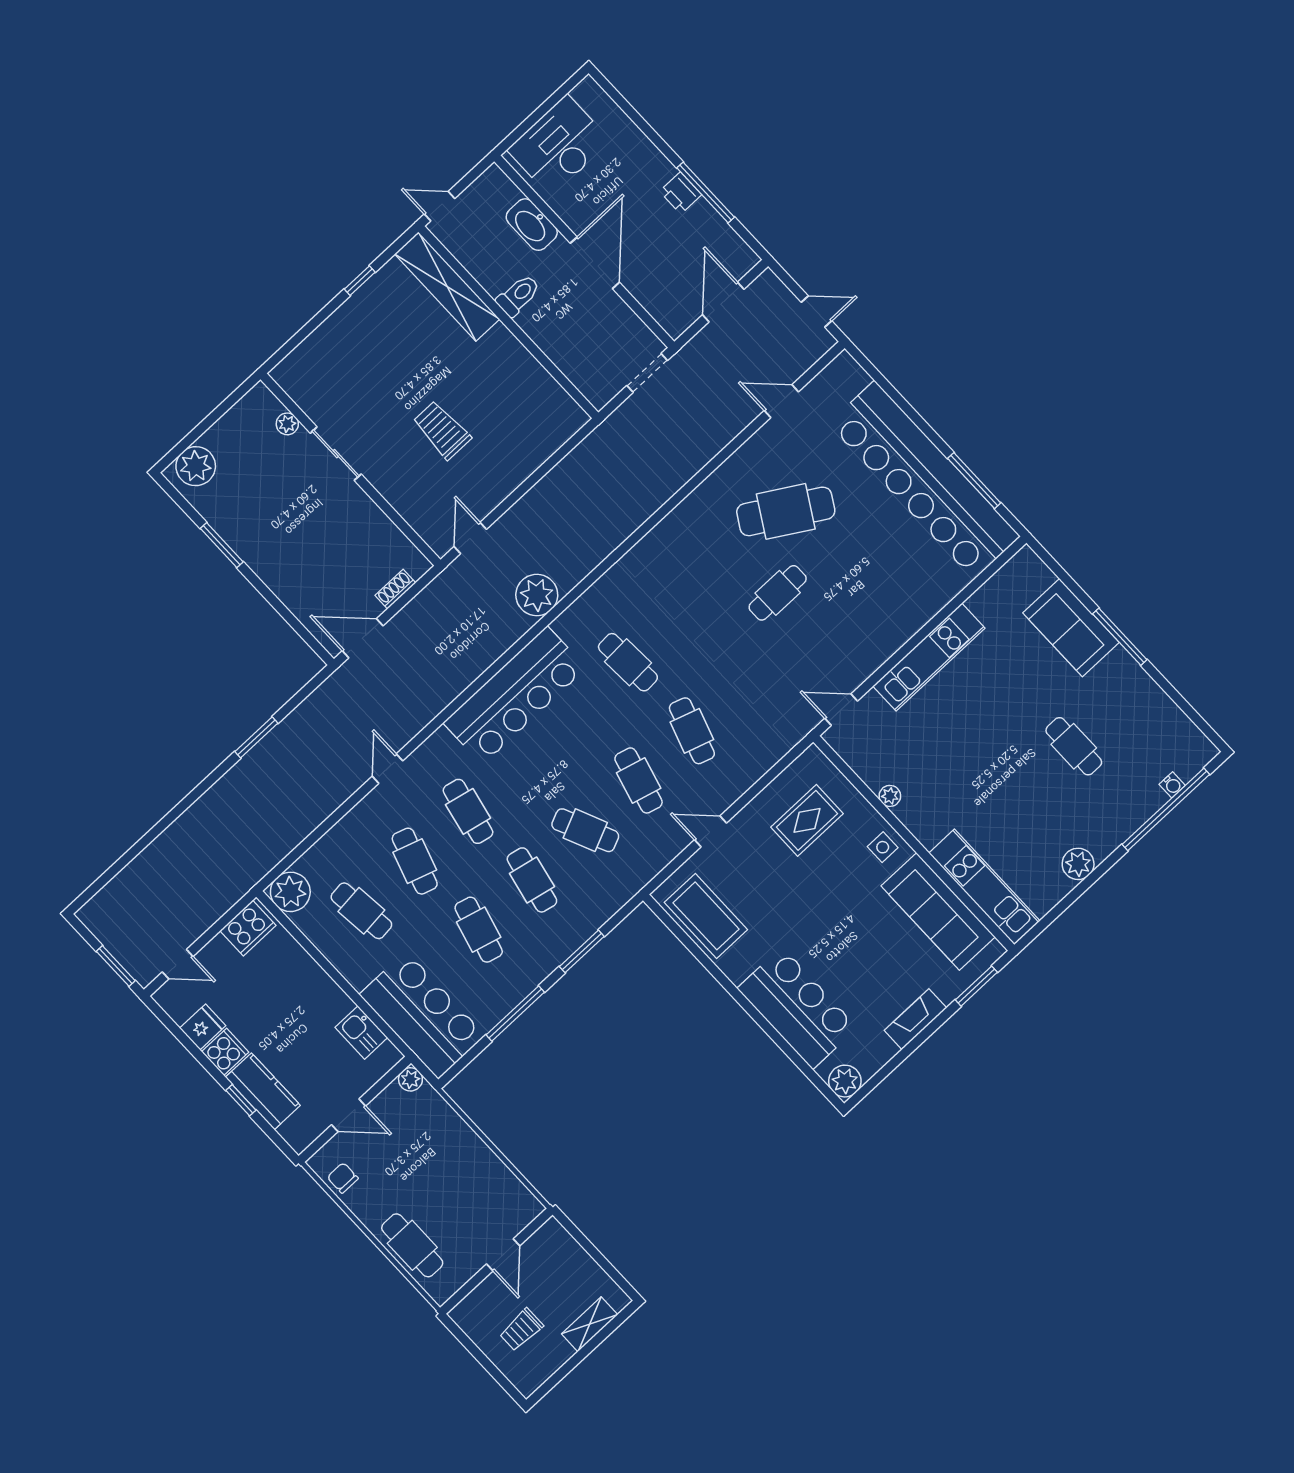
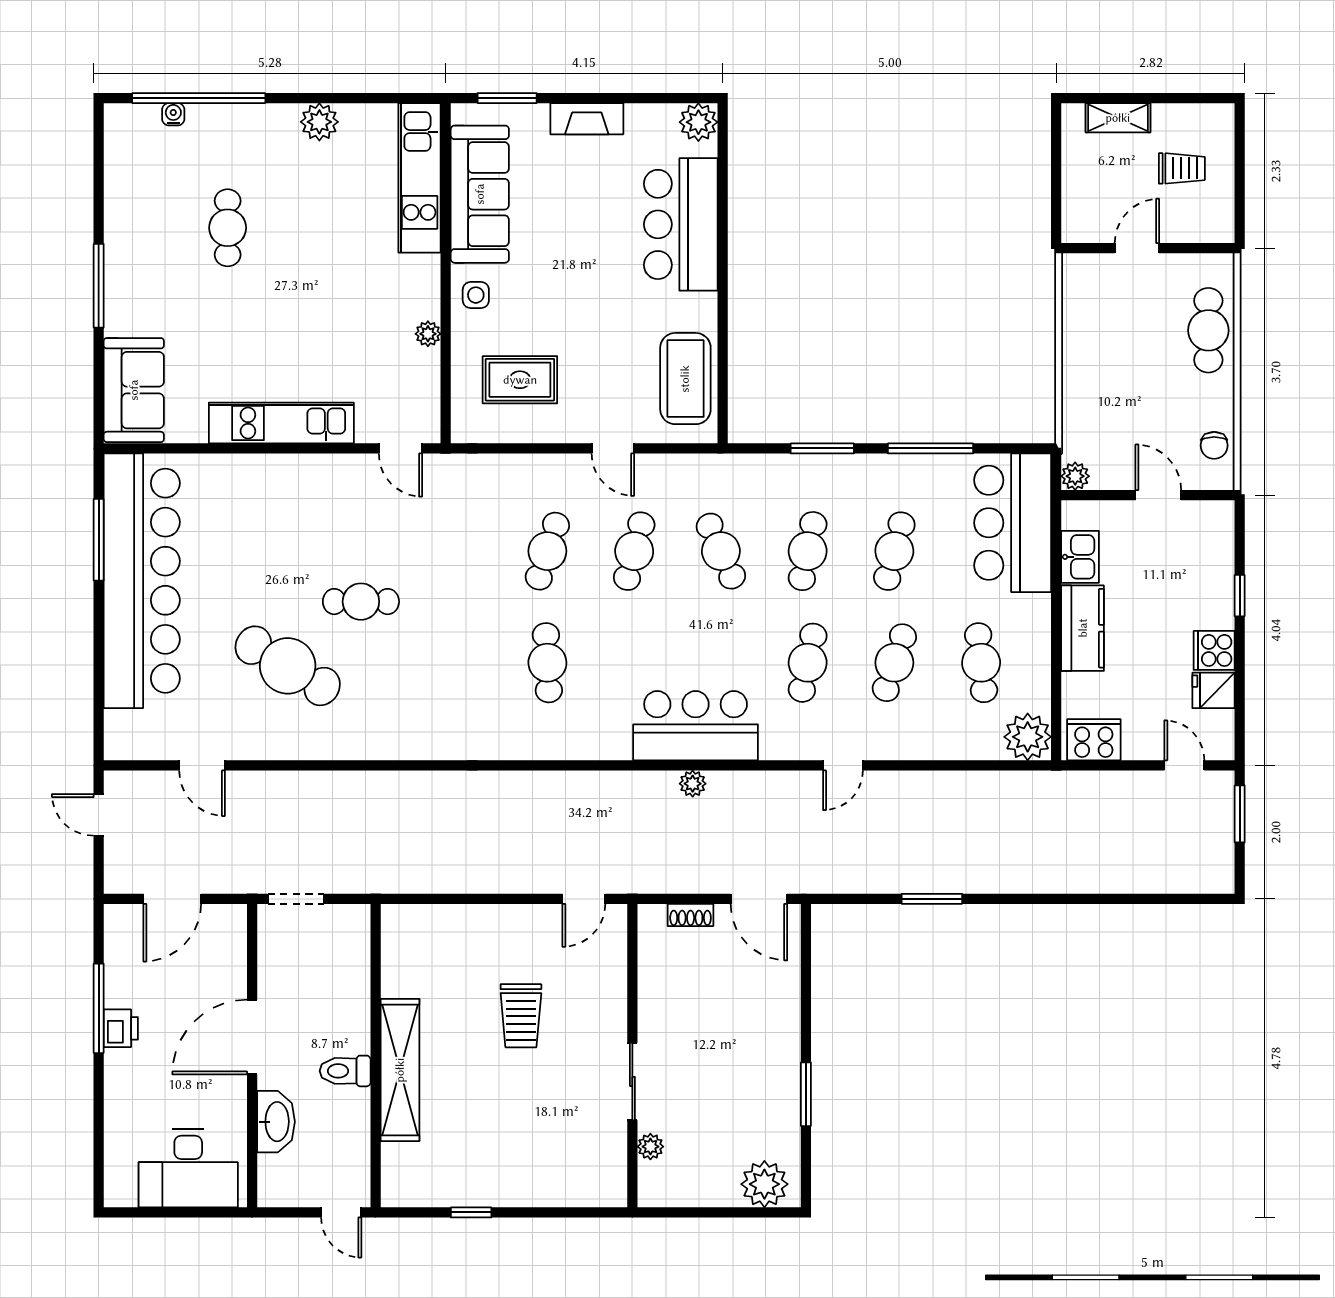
shelving: (447, 287) -> (400, 1070), moved
plant: (537, 595) -> (693, 784), moved, width x0.53, depth x0.53
sofa: (1071, 628) -> (134, 390), moved
bar counter: (515, 695) -> (696, 726), width x0.73
kitchen counter: (263, 1091) -> (1083, 628), moved, turned 180

